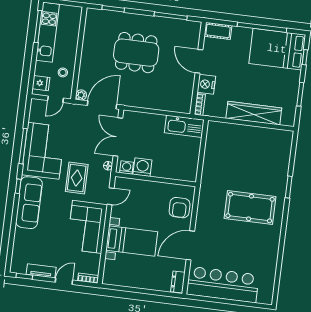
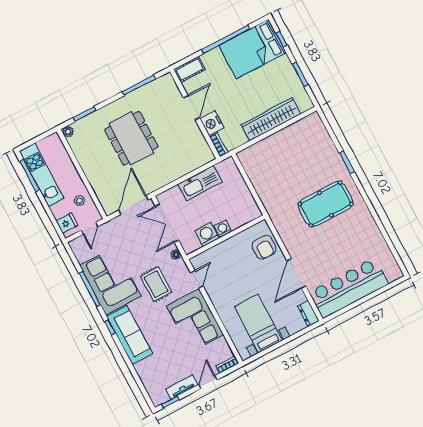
dining table: (136, 53) -> (131, 138), turned 90
door: (199, 61) -> (192, 108), swing flipped
plant: (81, 95) -> (68, 132), moved
kitchen sink: (184, 126) -> (200, 183), moved
washing machine: (127, 168) -> (223, 229), moved
bed with nightstands: (132, 241) -> (258, 323), moved, turned -90

